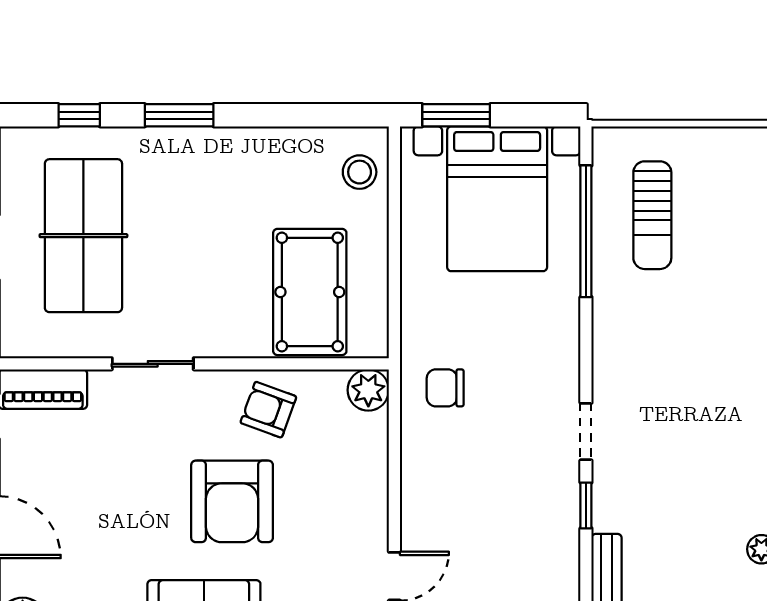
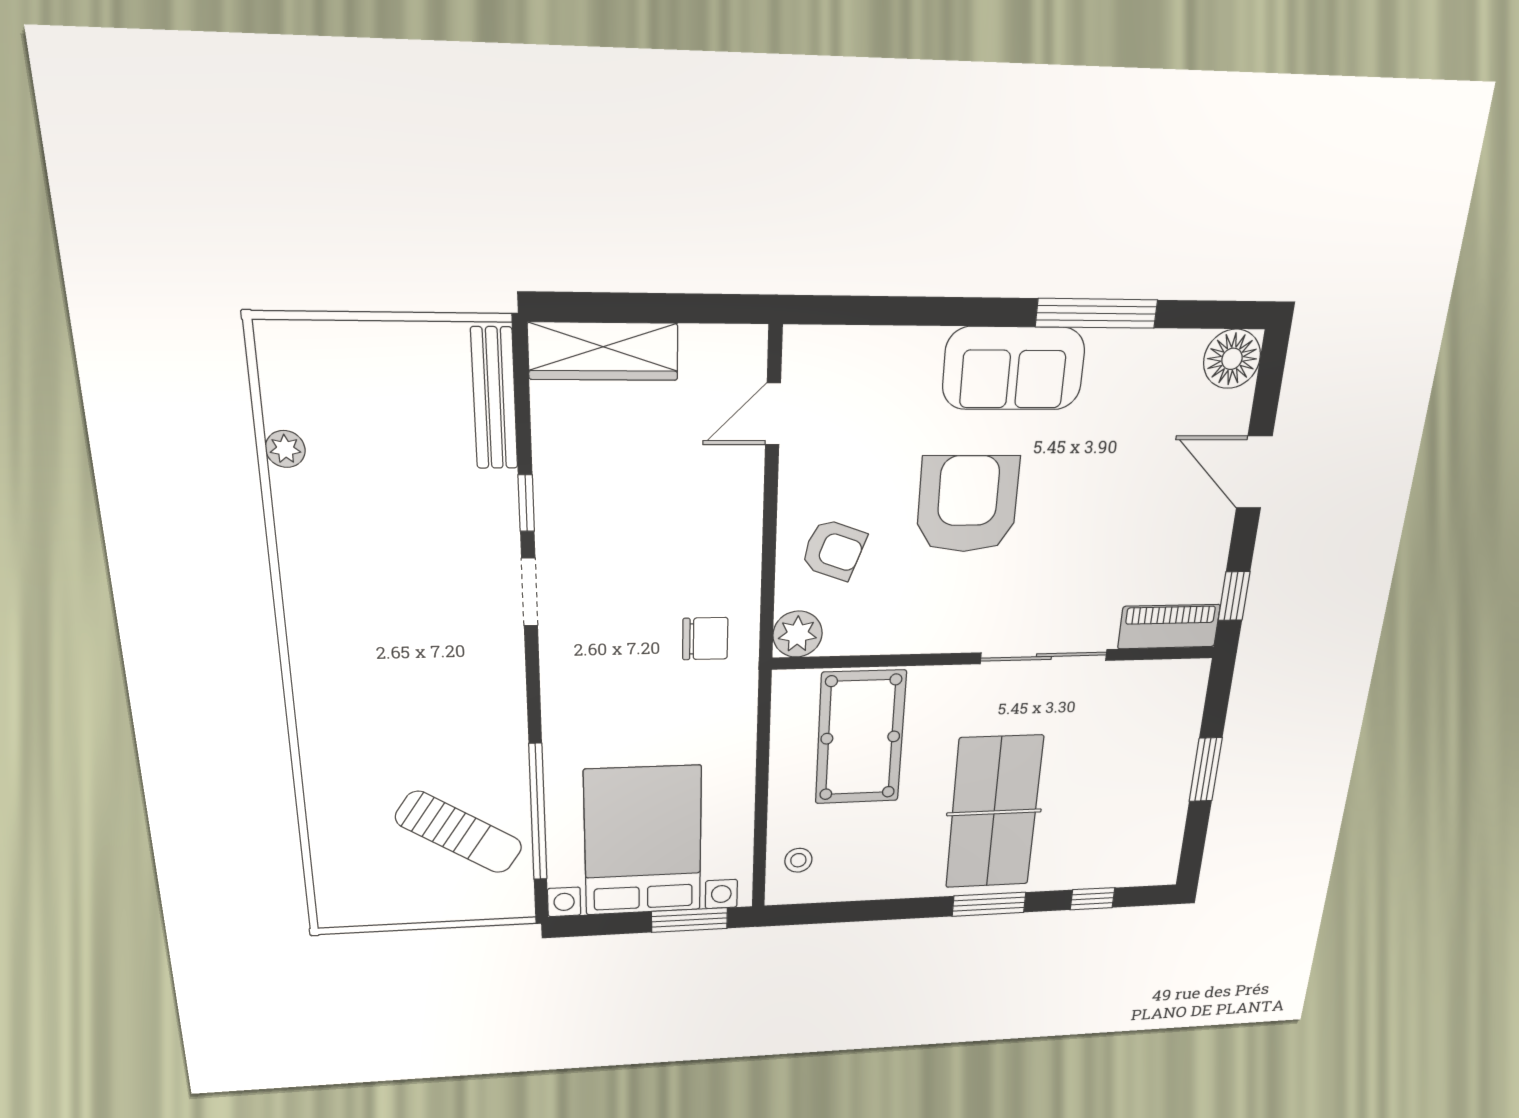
stool: (360, 172) -> (798, 860), width x0.73, depth x0.73
sun lounger: (652, 215) -> (459, 832), turned 123
table tennis table: (83, 236) -> (994, 812), moved
sliding door: (153, 364) -> (1044, 657), width x1.37
armchair: (268, 410) -> (834, 550), moved

